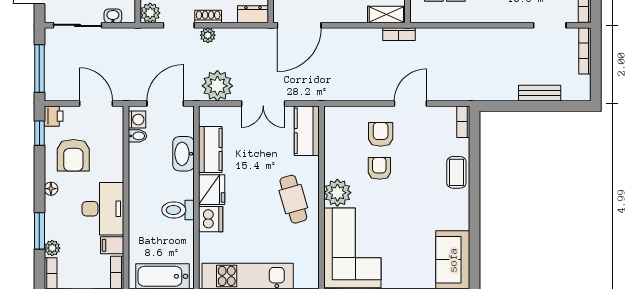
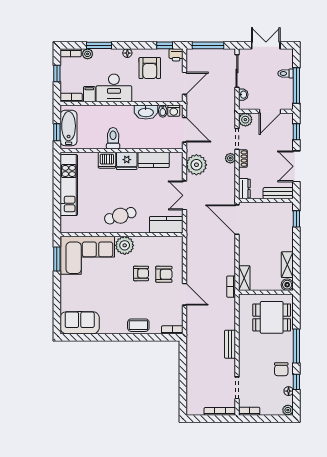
bench: (540, 93) -> (230, 344), moved
washbasin: (183, 154) -> (146, 112), moved, turned 180
armchair: (73, 155) -> (150, 68), turned -90

